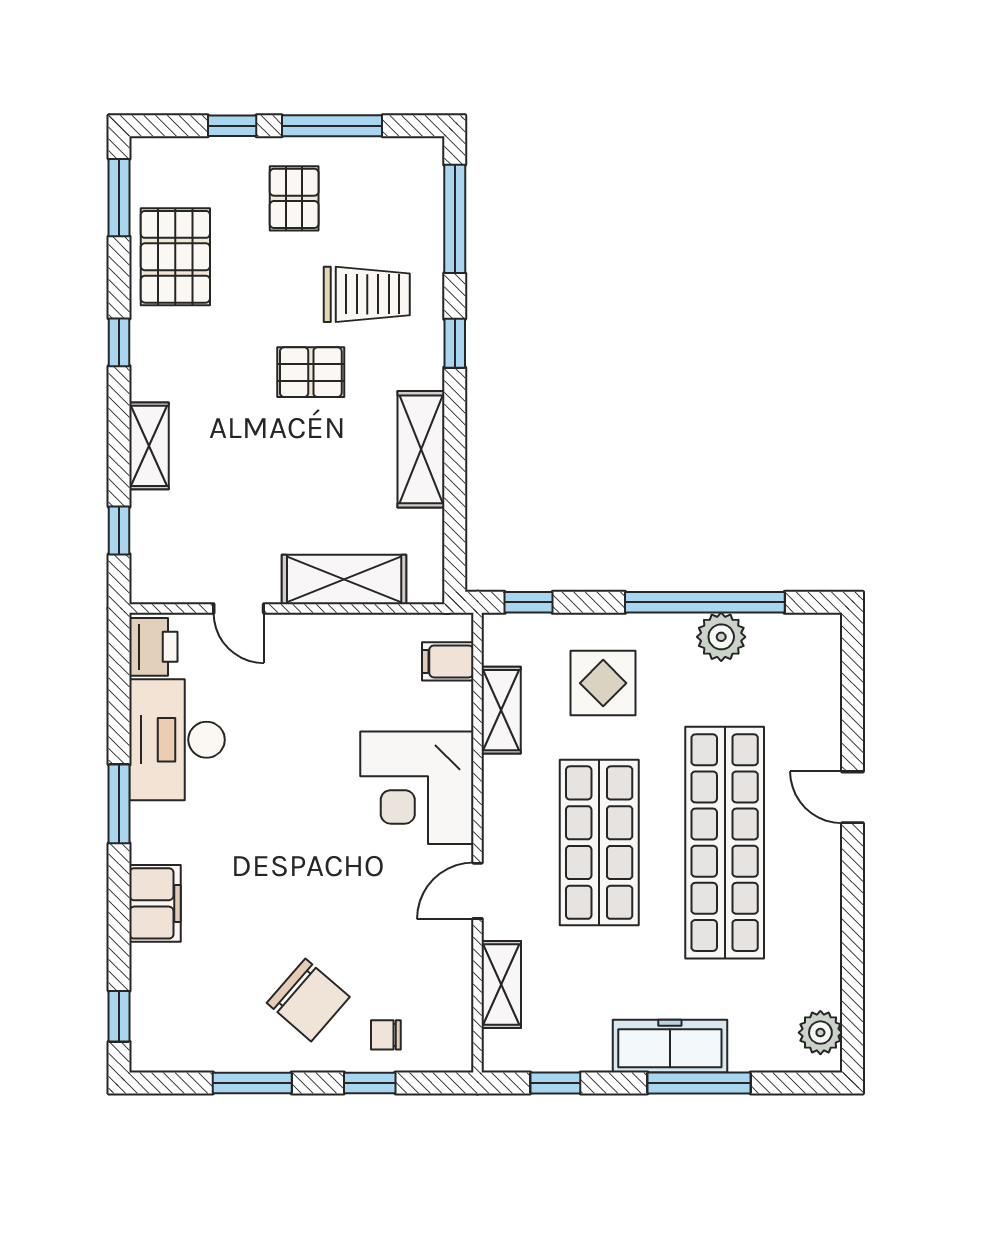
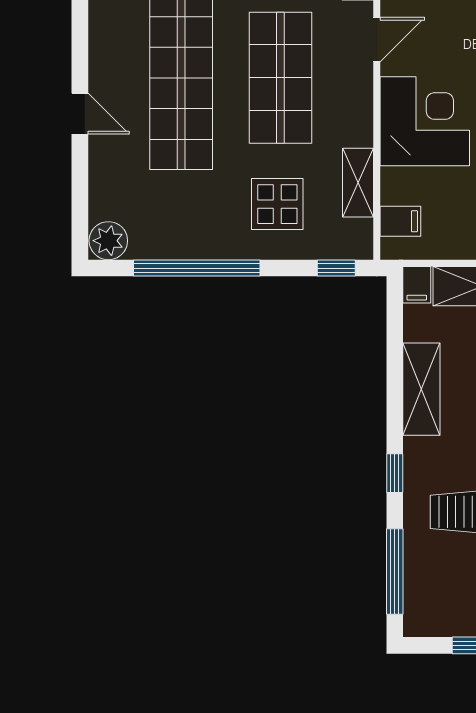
filing cabinet: (427, 581) -> (417, 285), added
plant: (721, 637) -> (108, 241), moved

